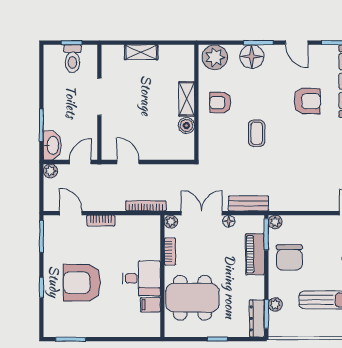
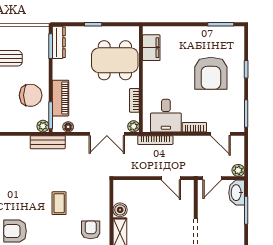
armchair: (220, 103) -> (91, 230), turned -90
bench: (248, 203) -> (48, 142), moved
floor lamp: (229, 221) -> (68, 127), moved
chair: (289, 257) -> (31, 95), turned 90
desk: (141, 278) -> (166, 116), moved, turned -90
armchair: (82, 283) -> (211, 73), turned 90
plant: (275, 304) -> (43, 54), removed
filing cabinet: (150, 305) -> (151, 48), width x2.00

